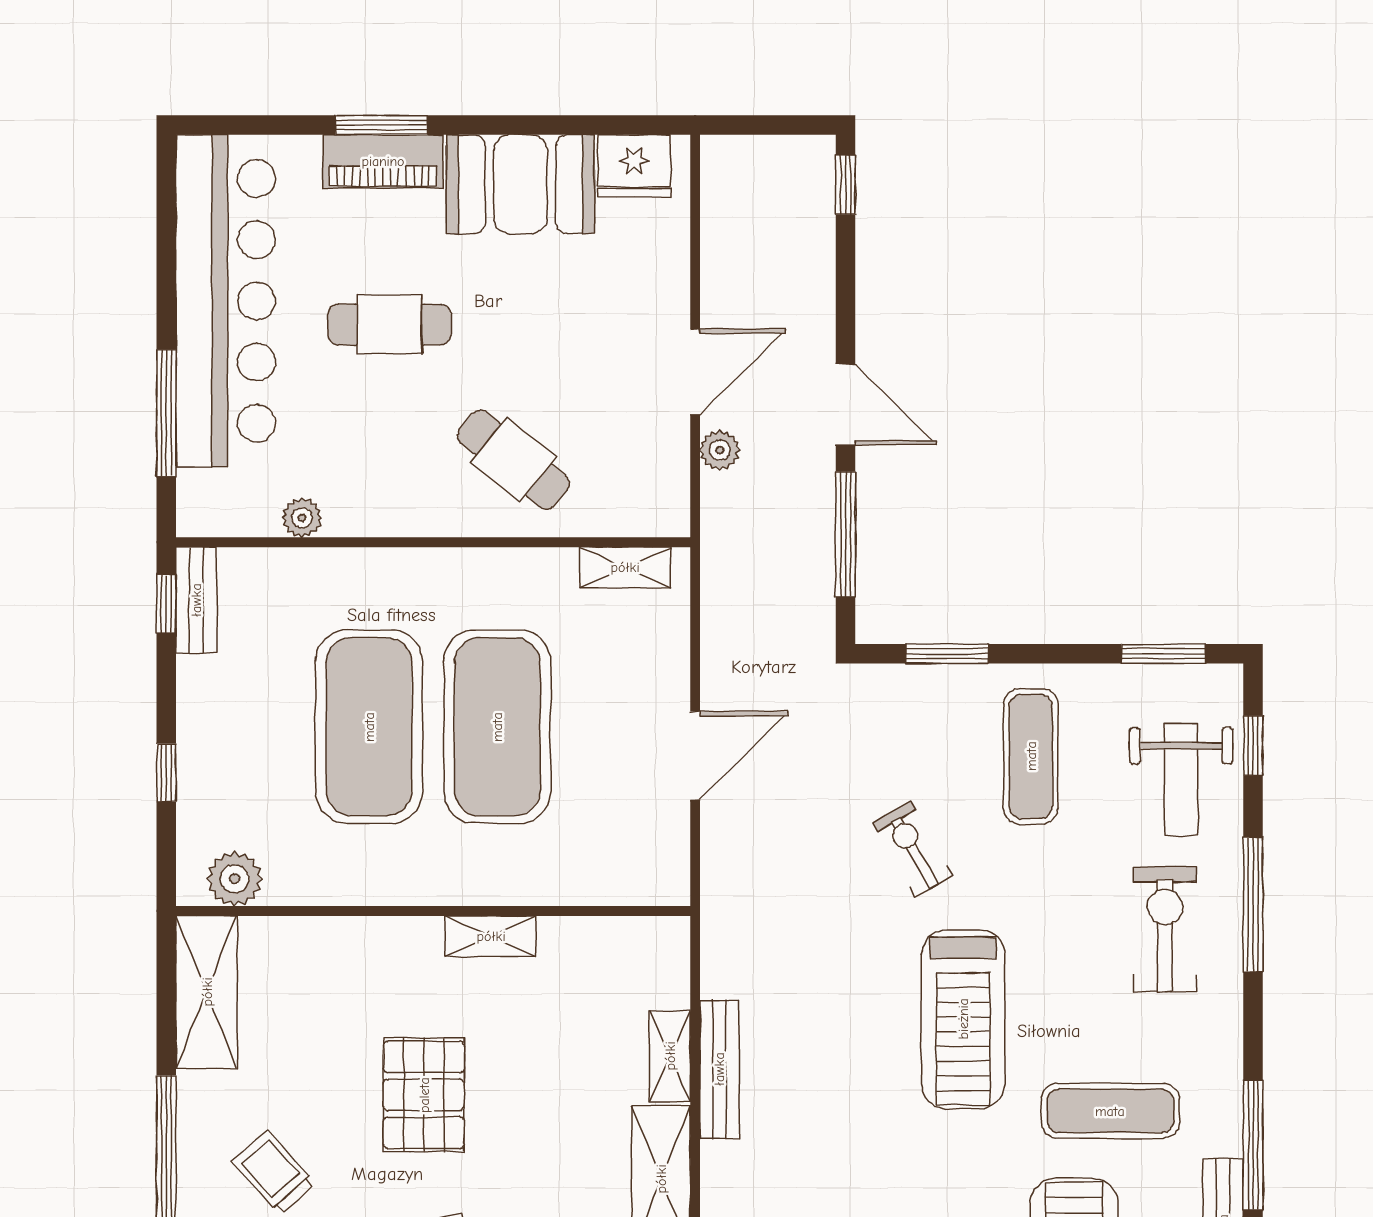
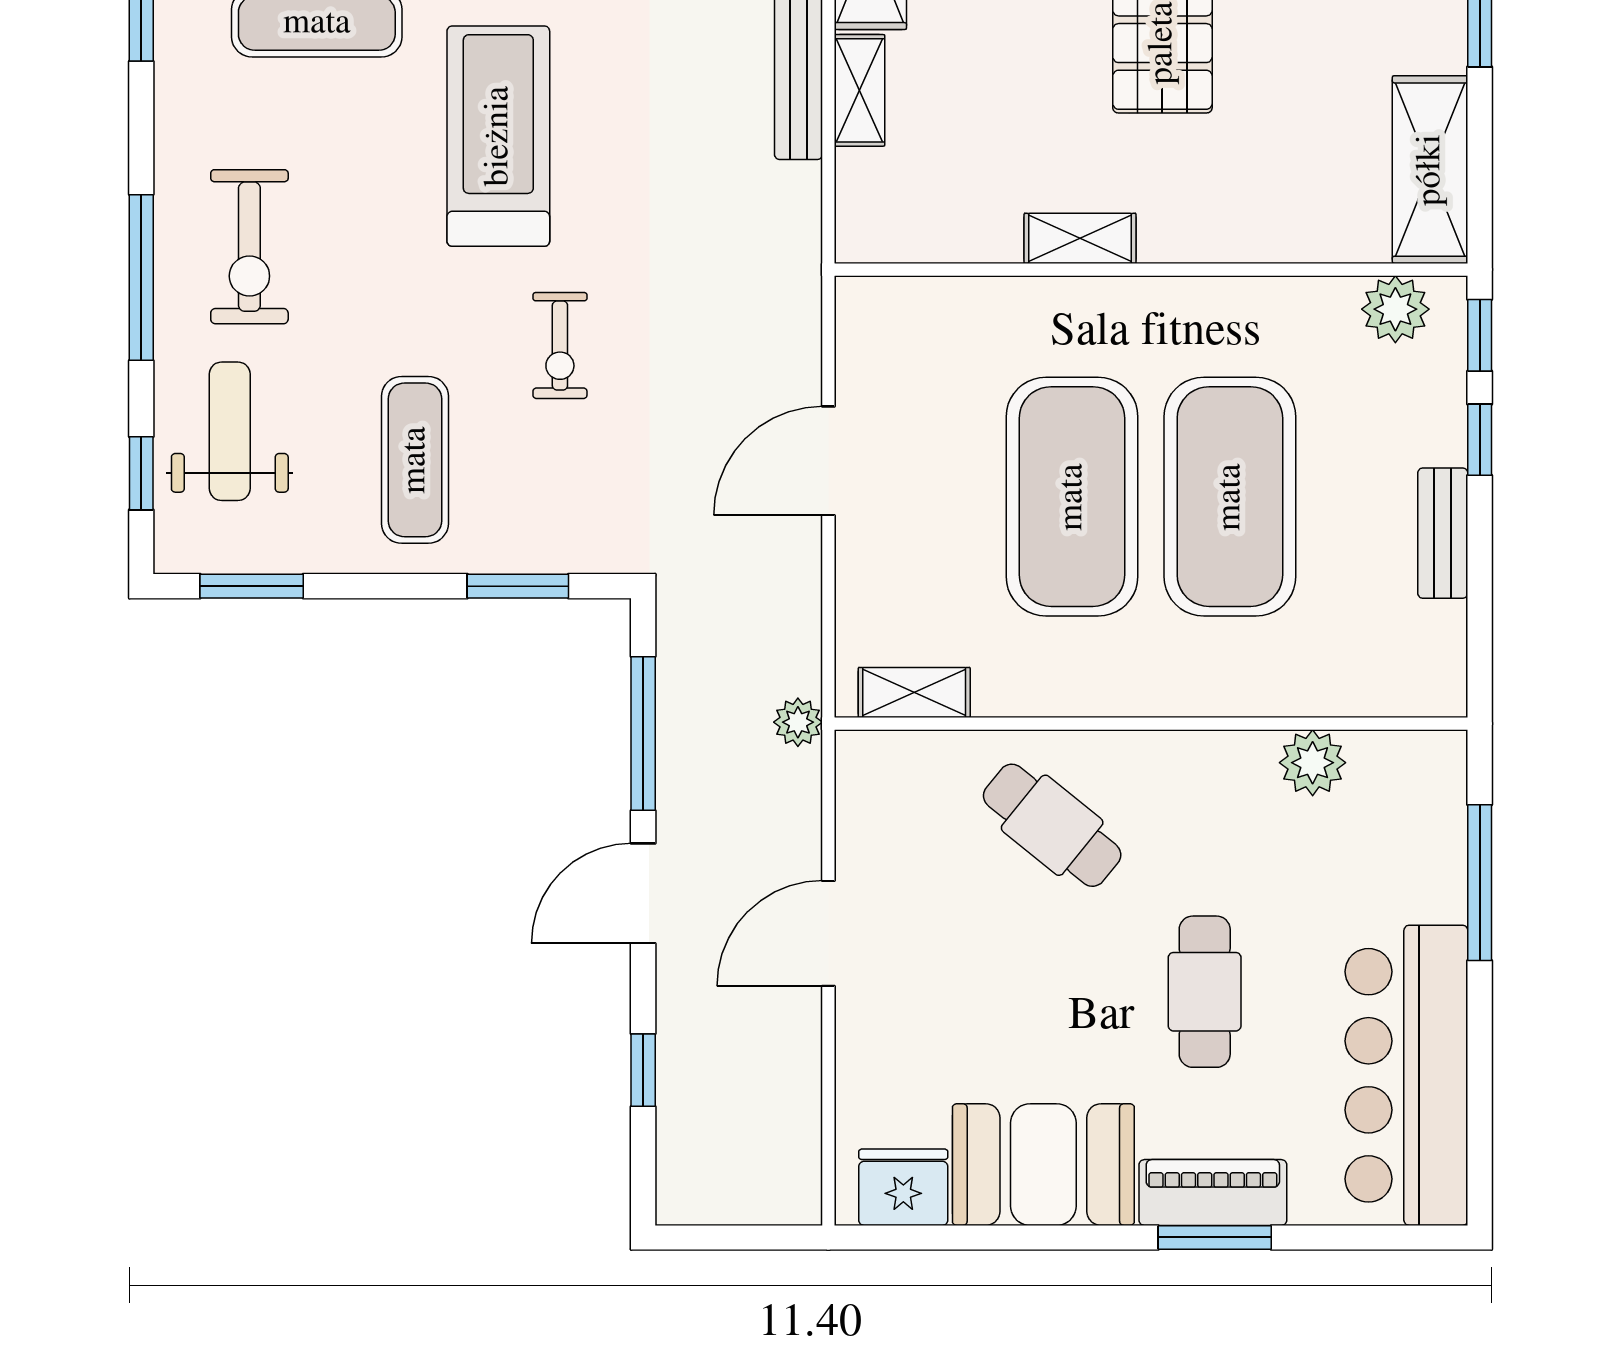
window: (846, 185) -> (643, 1070), moved
bar counter: (226, 301) -> (1406, 1075), width x0.73
cafe table: (390, 325) -> (1205, 992), turned 90
door: (846, 404) -> (643, 893), hinge flipped
plant: (720, 450) -> (798, 722), moved
plant: (302, 518) -> (1313, 763), width x1.38, depth x1.38
bench: (196, 600) -> (1443, 533), moved
window: (166, 604) -> (1480, 335), moved
exercise bike: (913, 849) -> (560, 346), turned 30

